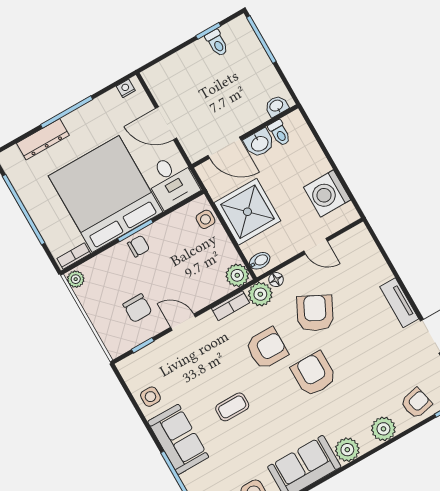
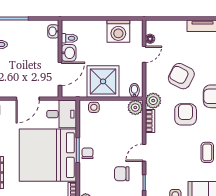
floor lamp: (276, 280) -> (150, 39), moved
chair: (137, 308) -> (122, 174), turned 180

